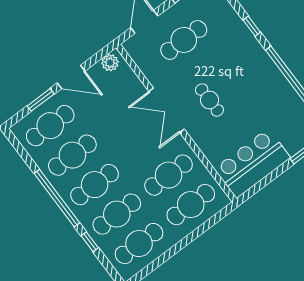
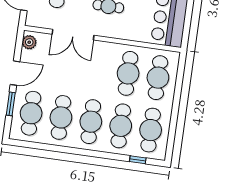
double door: (167, 110) -> (73, 35), moved
window: (57, 198) -> (77, 151), removed
window: (90, 242) -> (138, 160), moved

